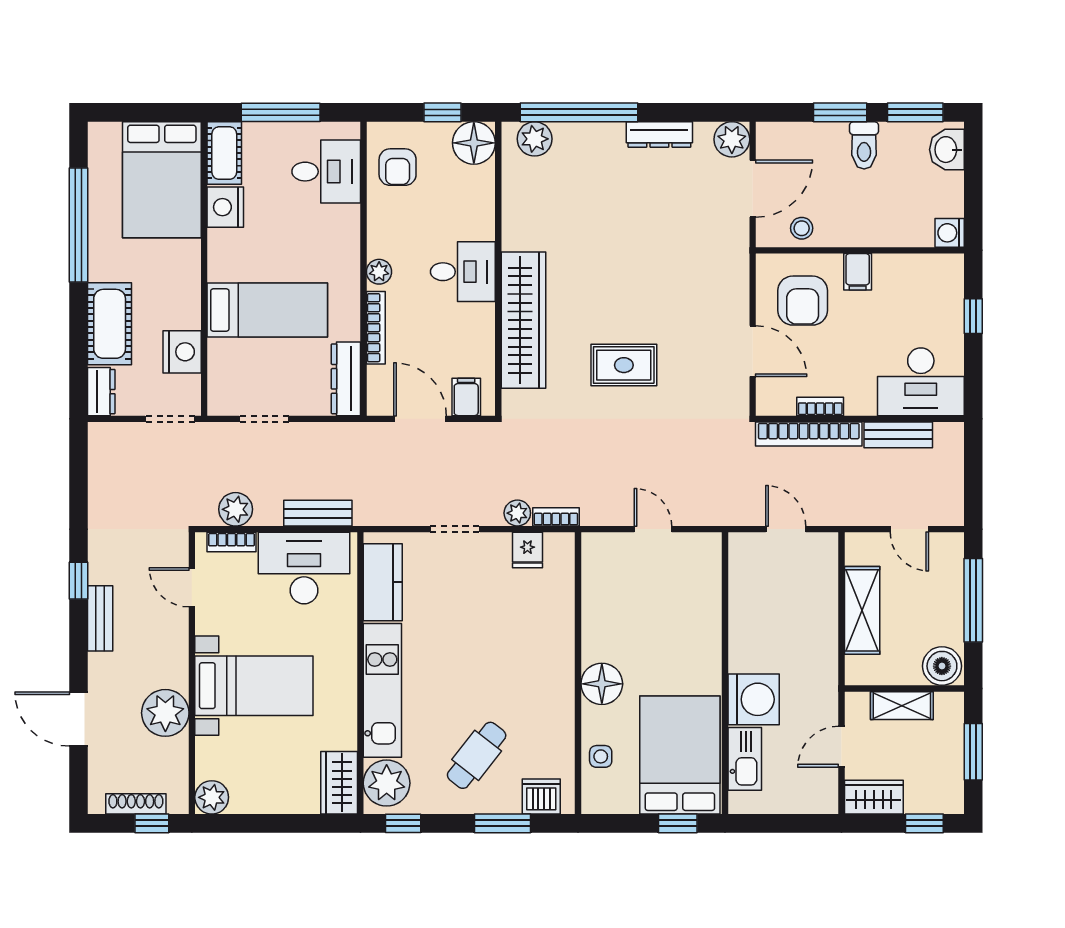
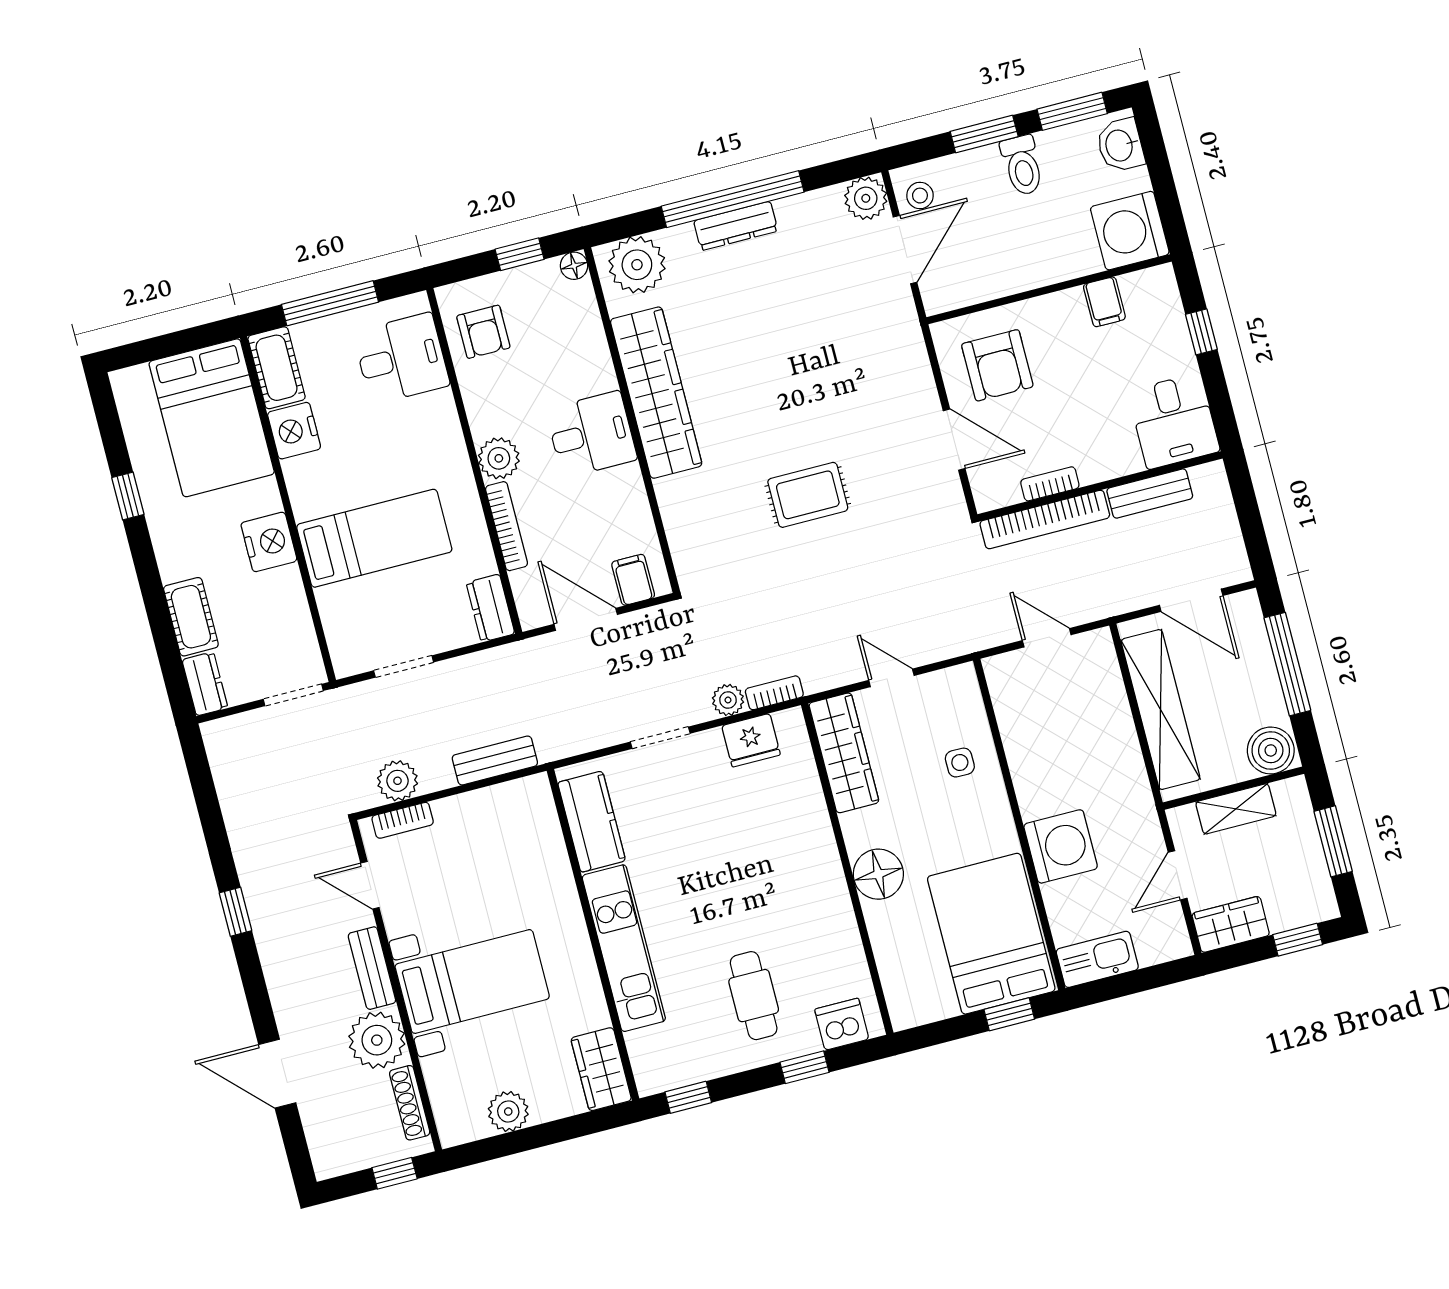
window: (579, 112) -> (733, 199), moved
dresser: (659, 135) -> (736, 226), moved
plant: (535, 139) -> (637, 265), width x1.36, depth x1.36
floor lamp: (474, 143) -> (574, 266), width x0.53, depth x0.53
window: (78, 225) -> (128, 496), width x0.32
stool: (802, 228) -> (920, 196), moved
washing machine: (950, 233) -> (1130, 231), width x1.89, depth x1.89
plant: (379, 272) -> (499, 458), width x1.38, depth x1.38
filing cabinet: (858, 272) -> (1104, 302), moved
wardrobe: (523, 320) -> (656, 393), moved
cot: (110, 324) -> (191, 617), width x0.73, depth x0.75
nightstand: (182, 352) -> (269, 542), moved
dresser: (346, 379) -> (490, 608), width x0.70
desk: (921, 382) -> (1174, 421), width x0.73
door: (909, 529) -> (1191, 600), width x1.38
fridge: (527, 550) -> (751, 740), width x1.38
desk: (304, 568) -> (495, 829), removed
wardrobe: (599, 579) -> (844, 753), added
shelving: (862, 610) -> (1161, 710), width x1.47
bench: (100, 618) -> (372, 968), moved
cafe table: (477, 755) -> (754, 996), turned -38
side table: (601, 756) -> (960, 763), moved
kitchen sink: (745, 759) -> (1097, 959), moved, turned -90
plant: (387, 783) -> (657, 1055), removed
plant: (212, 797) -> (508, 1111), moved
shoe rack: (136, 804) -> (410, 1103), moved, turned -90
window: (502, 823) -> (804, 1067), width x0.67

